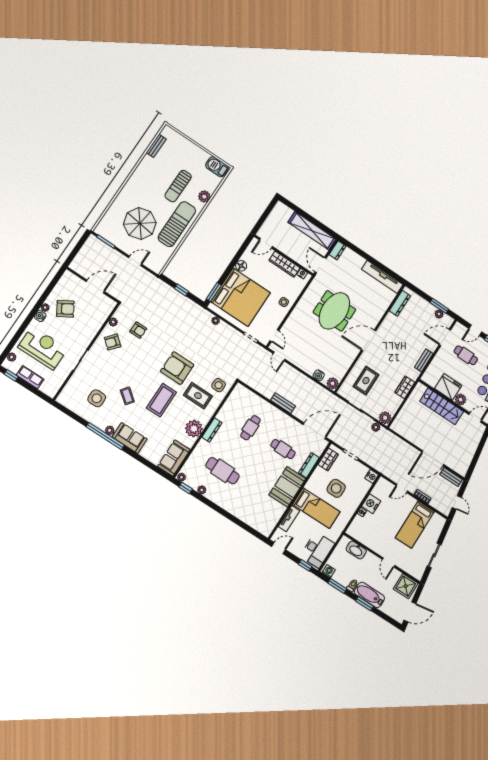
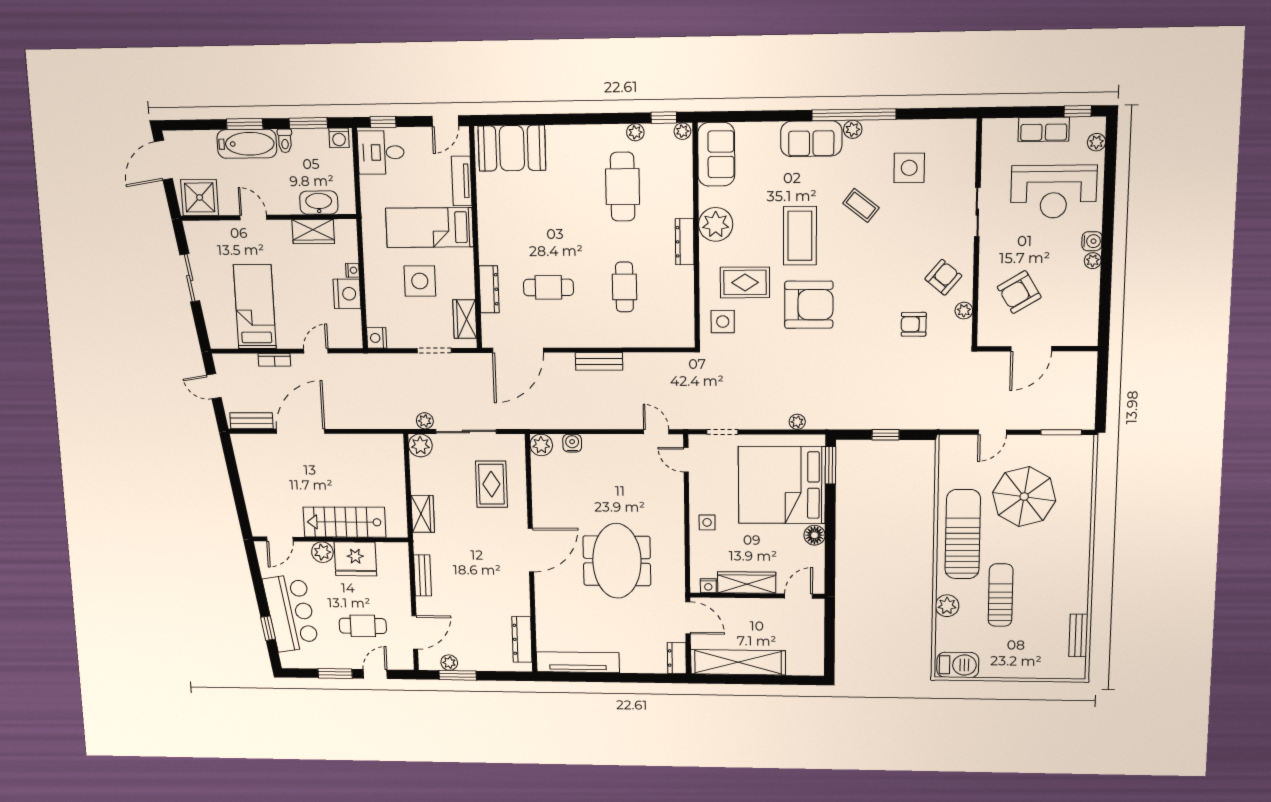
sun lounger: (177, 224) -> (963, 534), turned 180
armchair: (65, 309) -> (1019, 292), moved
cafe table: (222, 471) -> (623, 187), turned 90
booth: (287, 487) -> (512, 148), moved, turned 90
wardrobe: (367, 539) -> (313, 232), added
desk: (317, 550) -> (381, 152), width x0.73

